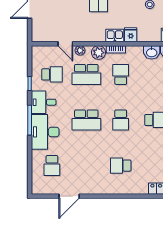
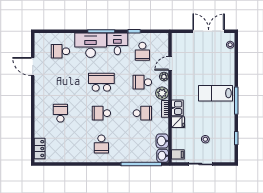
school desk: (86, 74) -> (142, 82), width x0.54
school desk: (86, 120) -> (101, 82), turned 90

